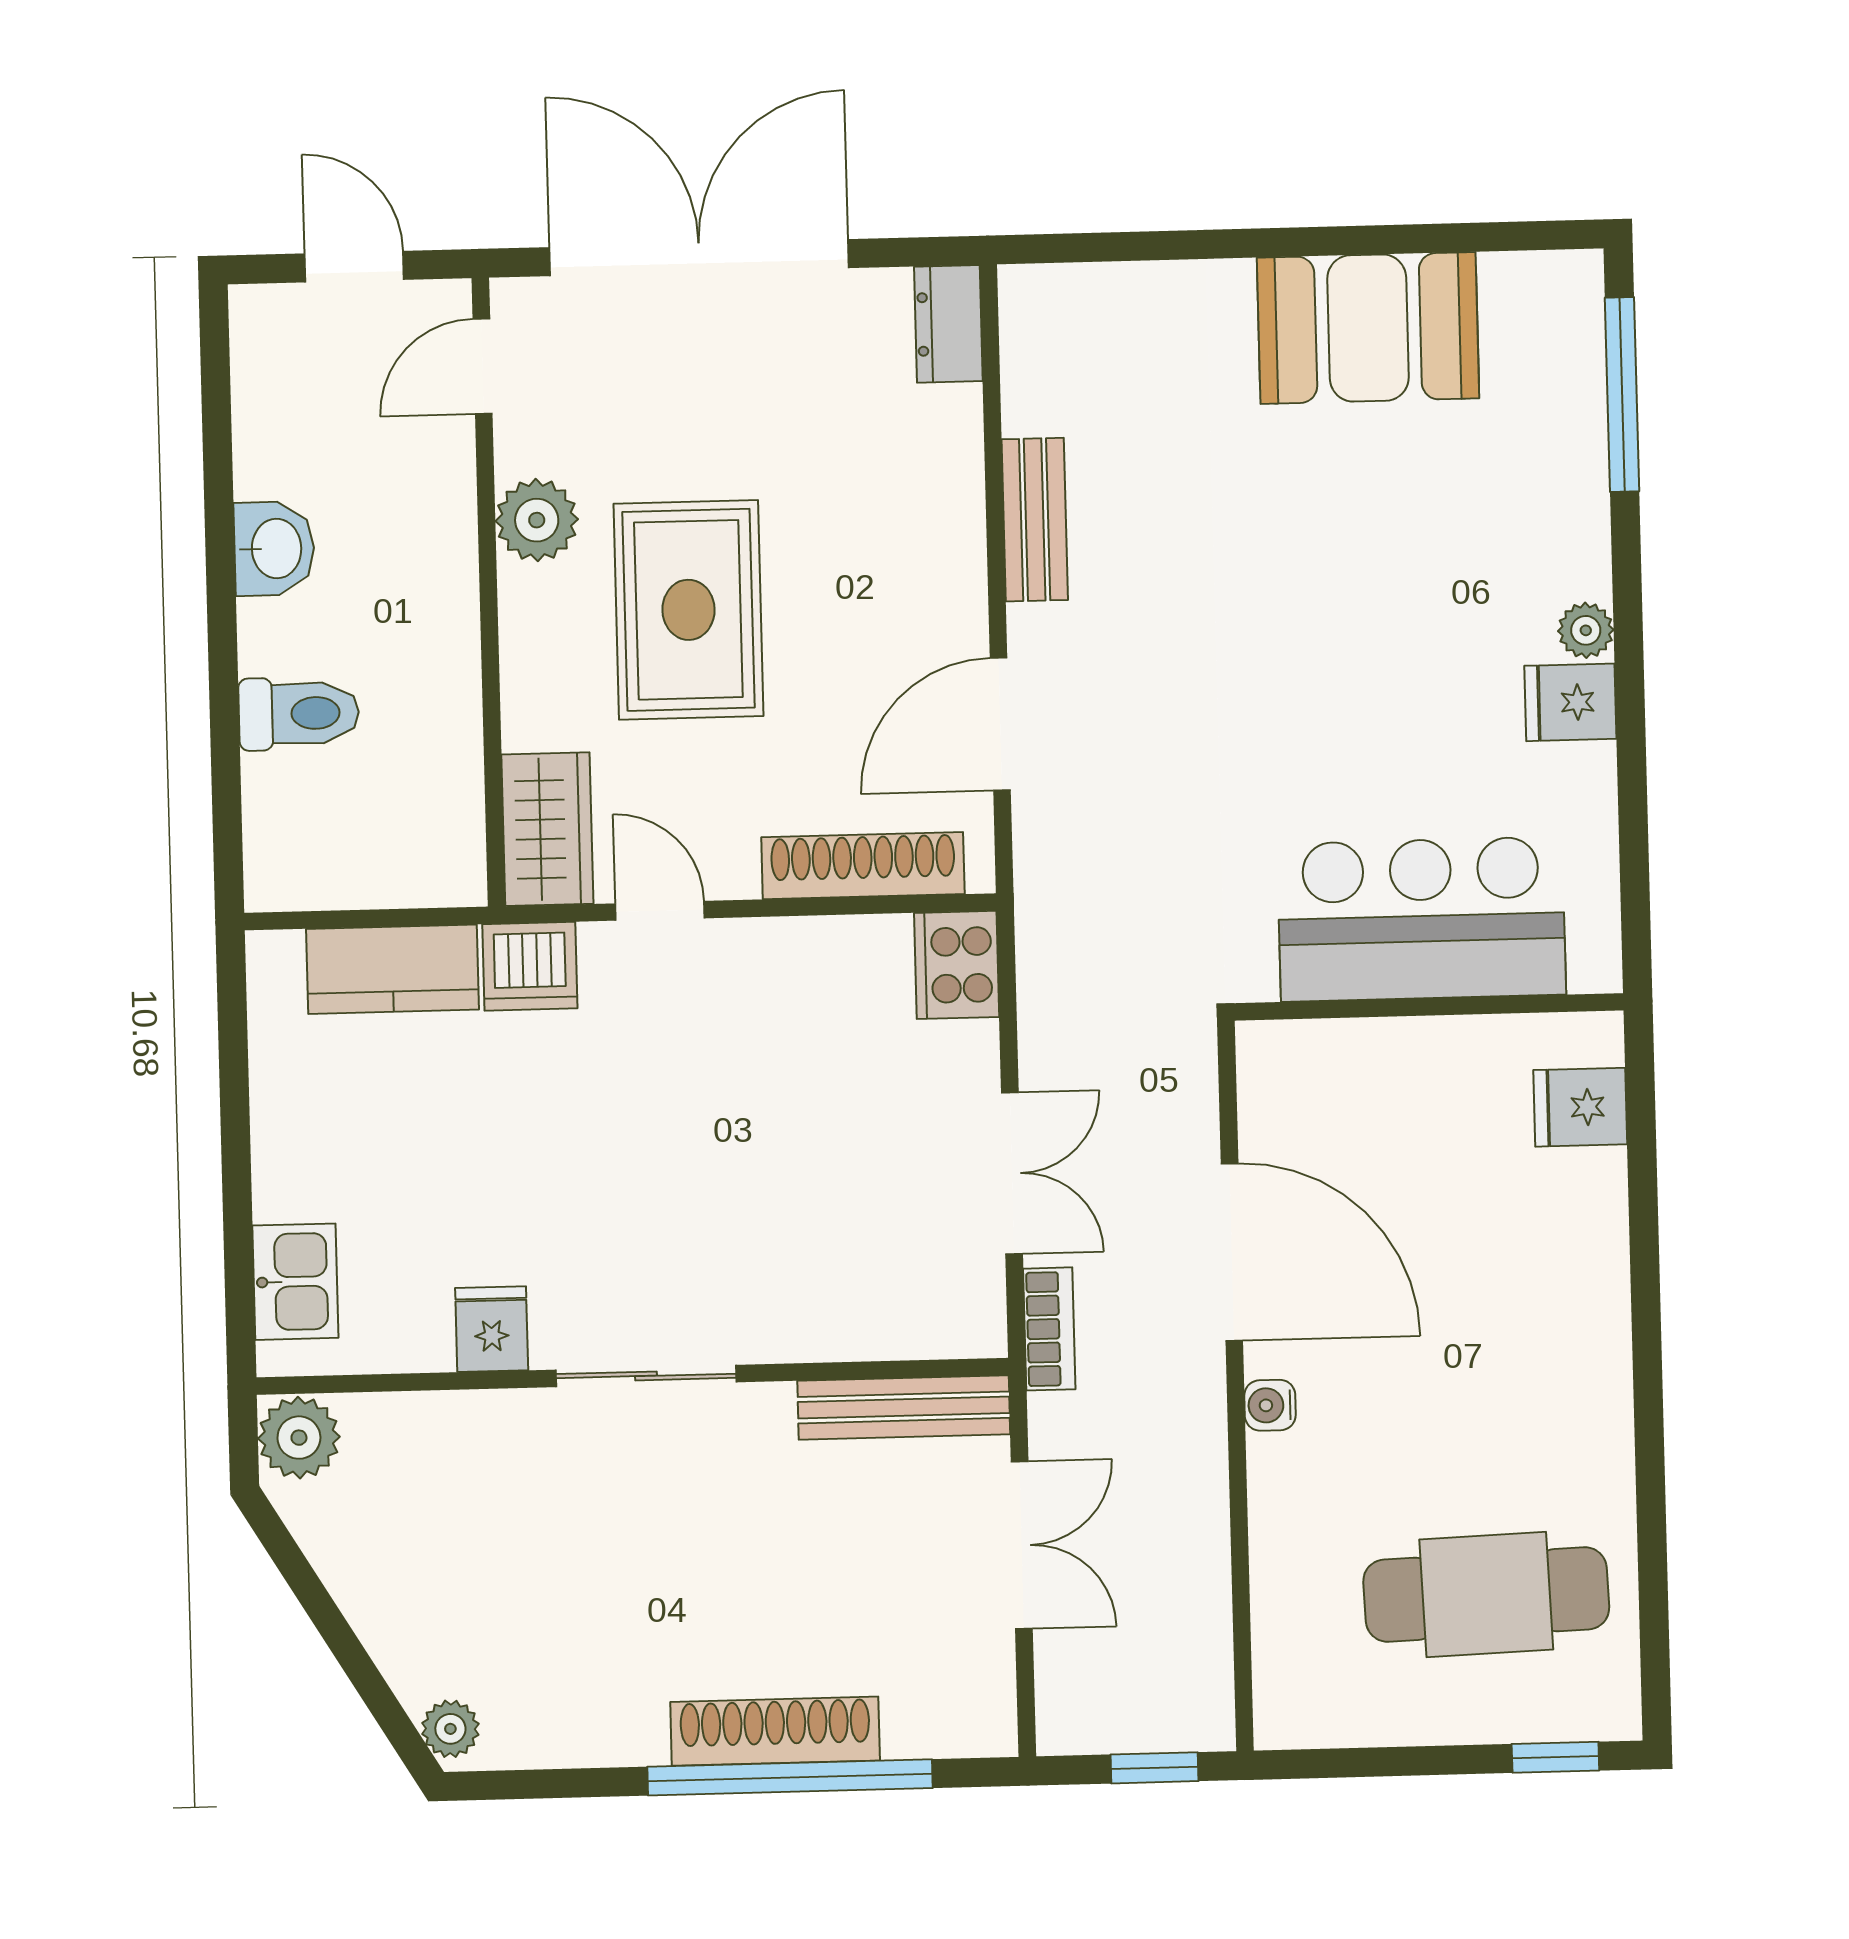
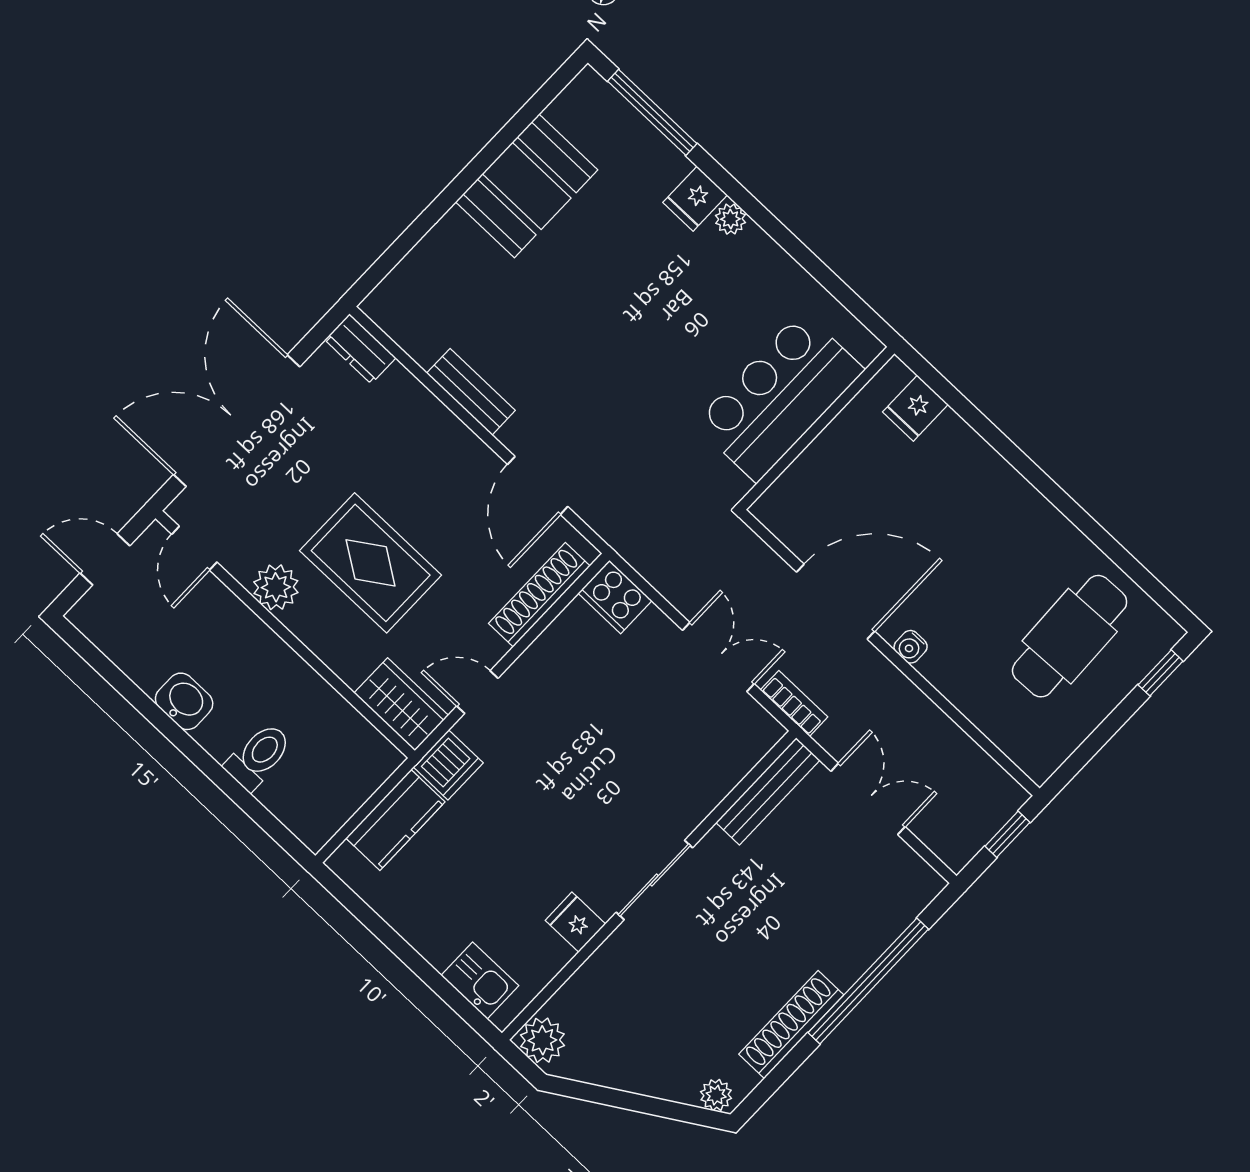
fridge: (1570, 702) -> (695, 199), moved
shoe rack: (775, 1731) -> (791, 1025), moved

